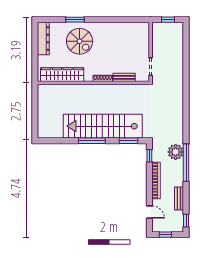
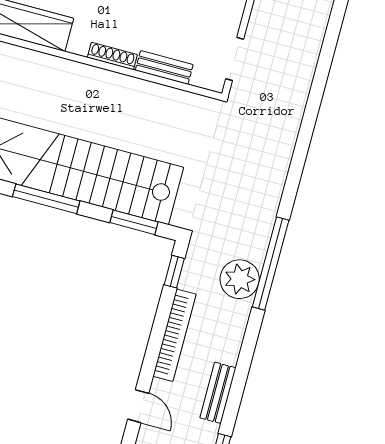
window: (186, 163) -> (271, 263), moved

